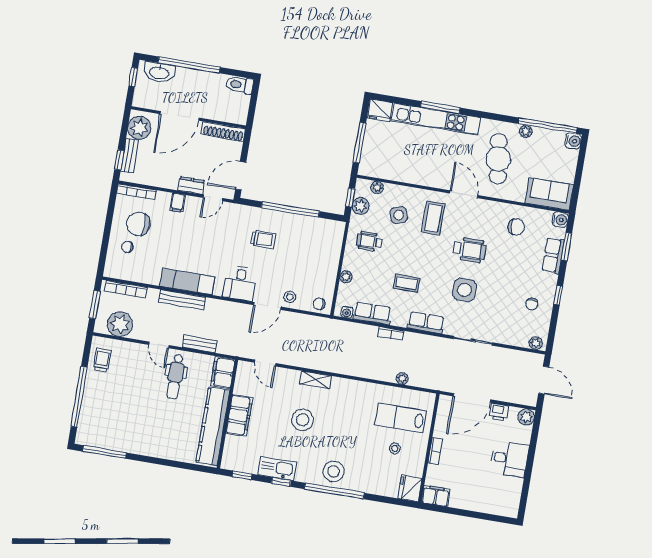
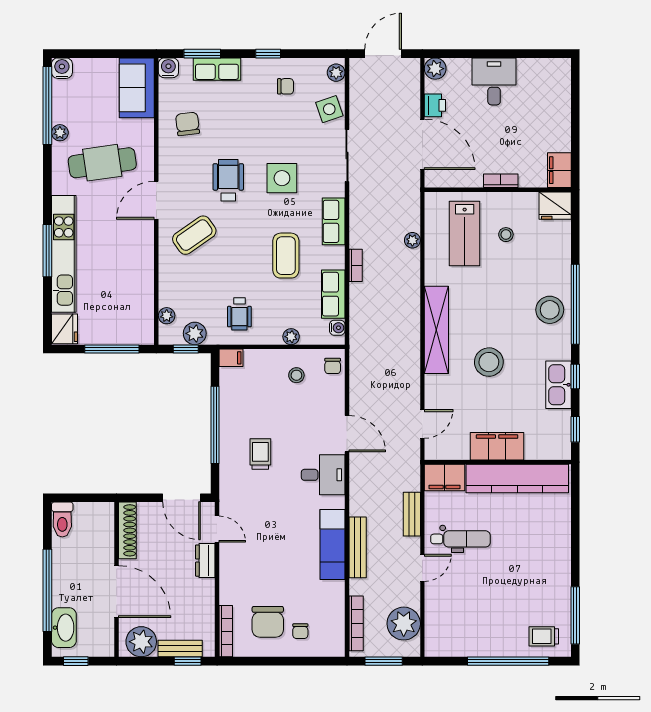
filing cabinet: (178, 203) -> (231, 358), moved
side table: (399, 215) -> (329, 109), moved
coffee table: (433, 218) -> (194, 235), turned -35
coffee table: (407, 283) -> (286, 256), width x1.36, depth x1.30
stool: (290, 297) -> (296, 375), moved
trolley: (102, 360) -> (544, 636), moved
shelving: (316, 380) -> (436, 330), width x2.20, depth x1.33

